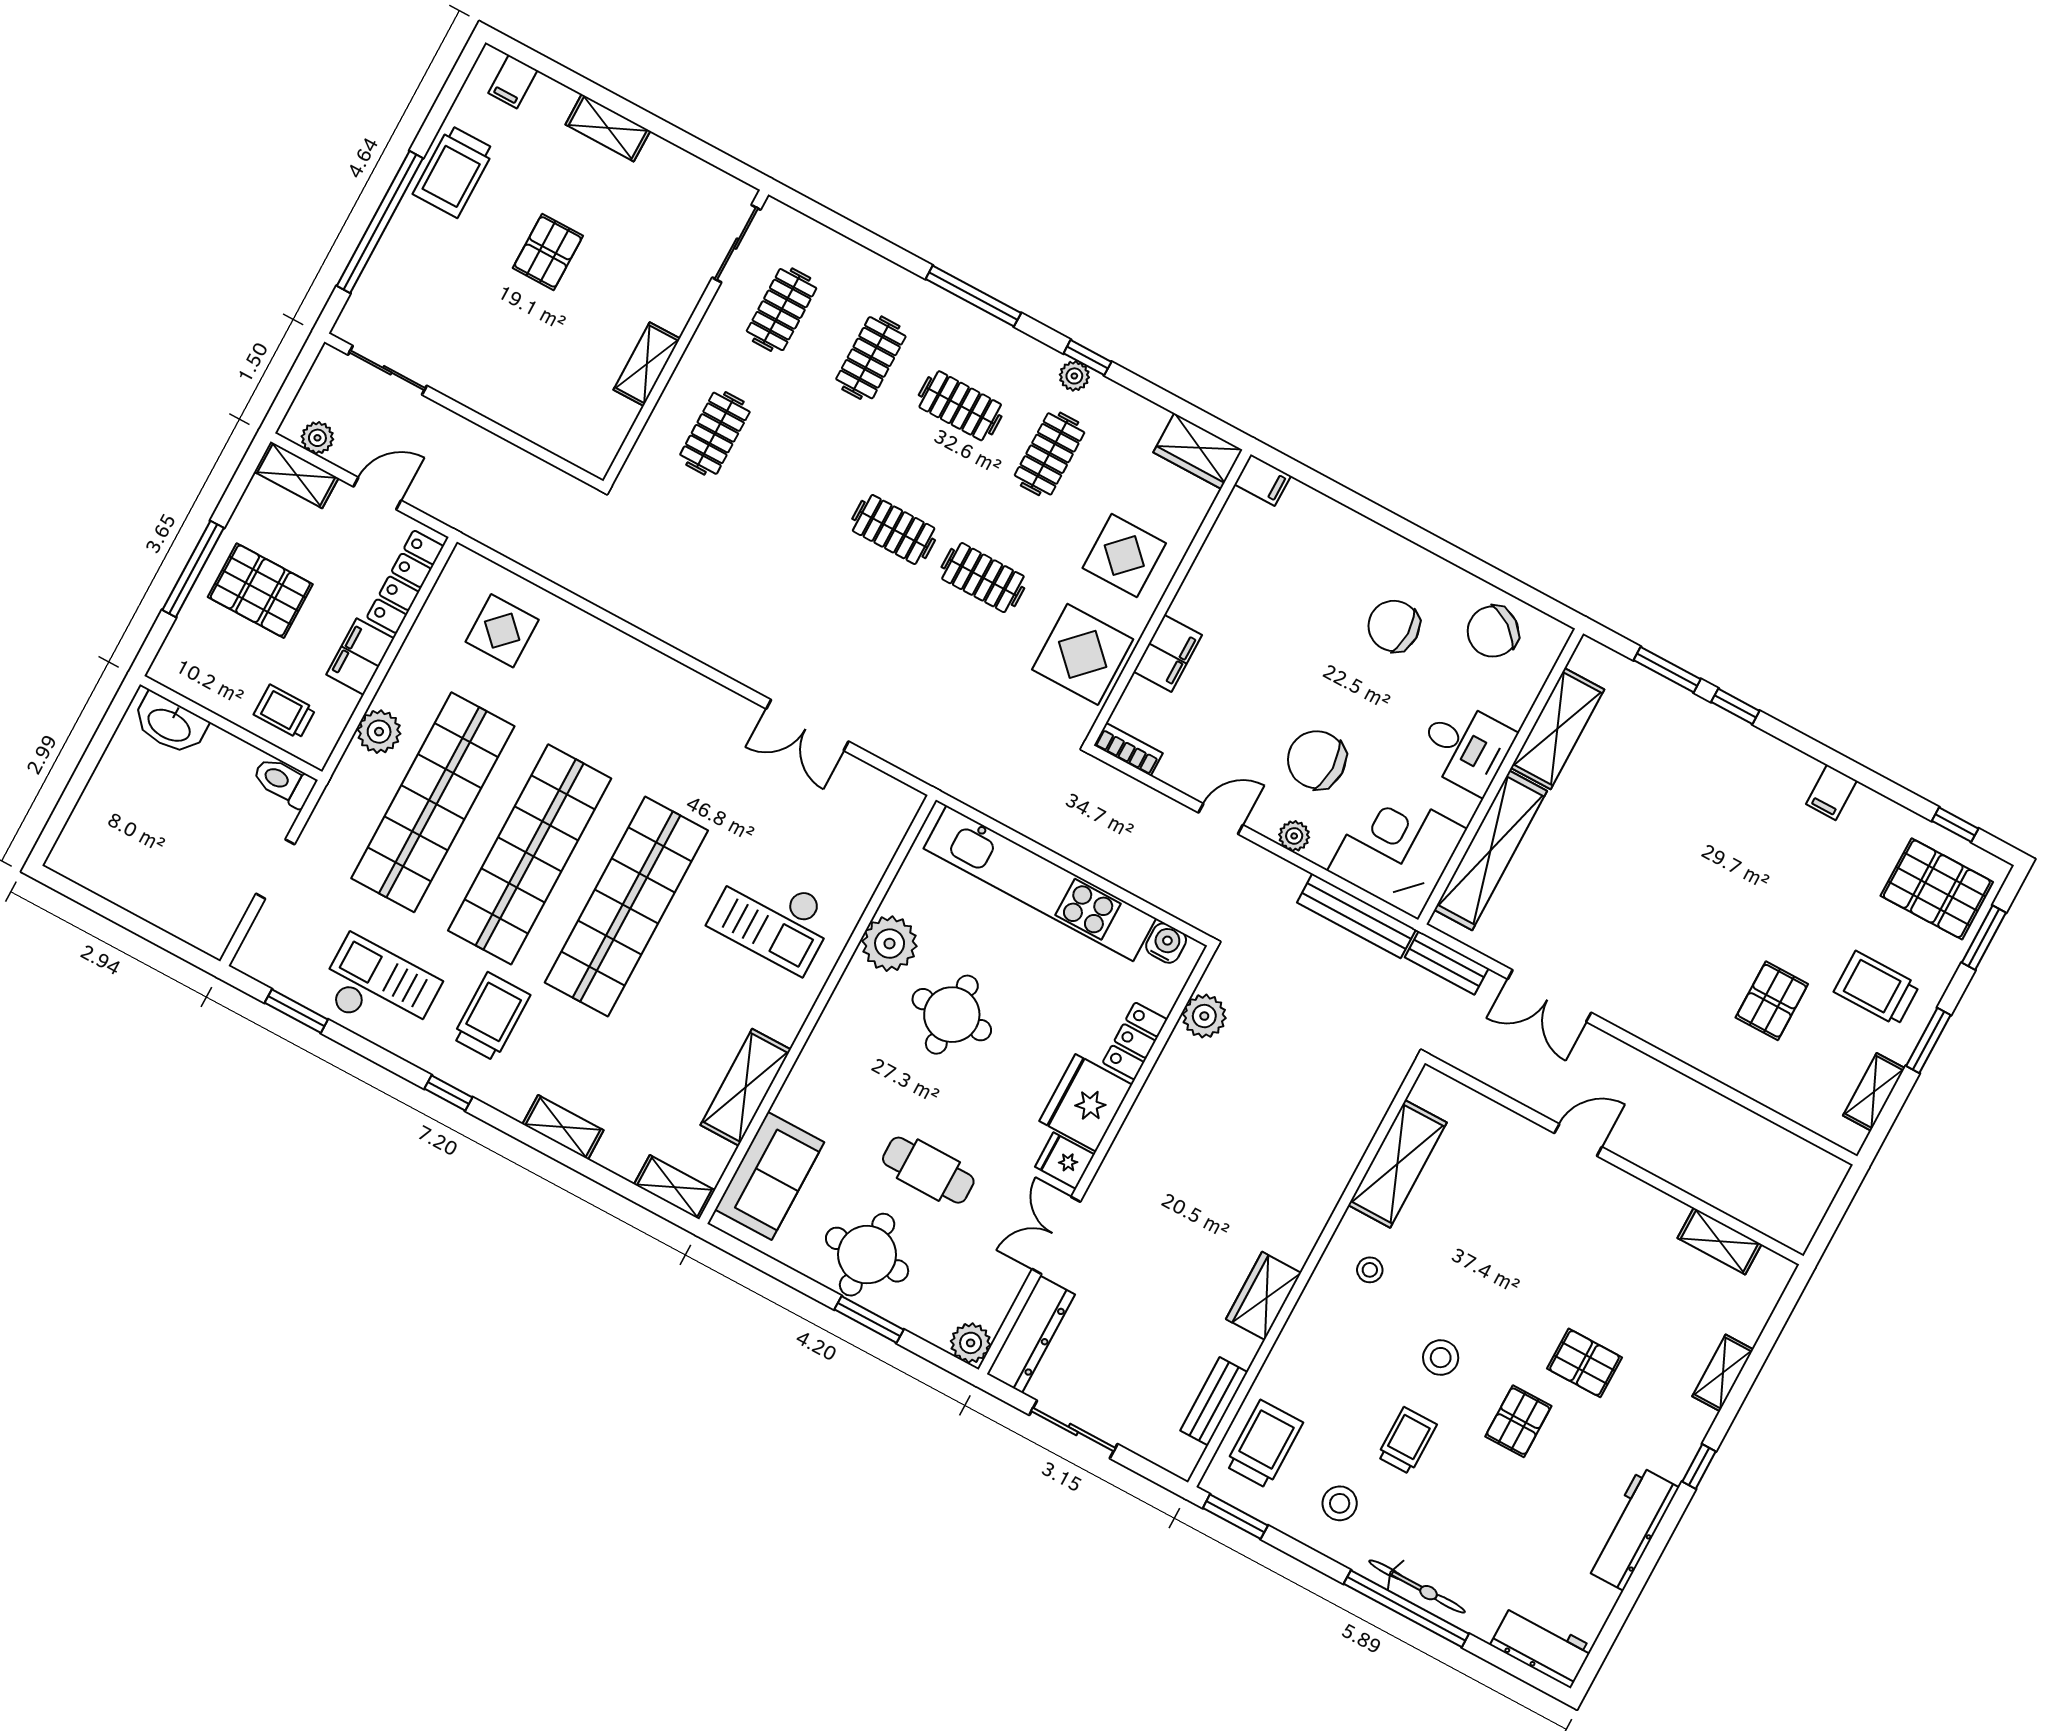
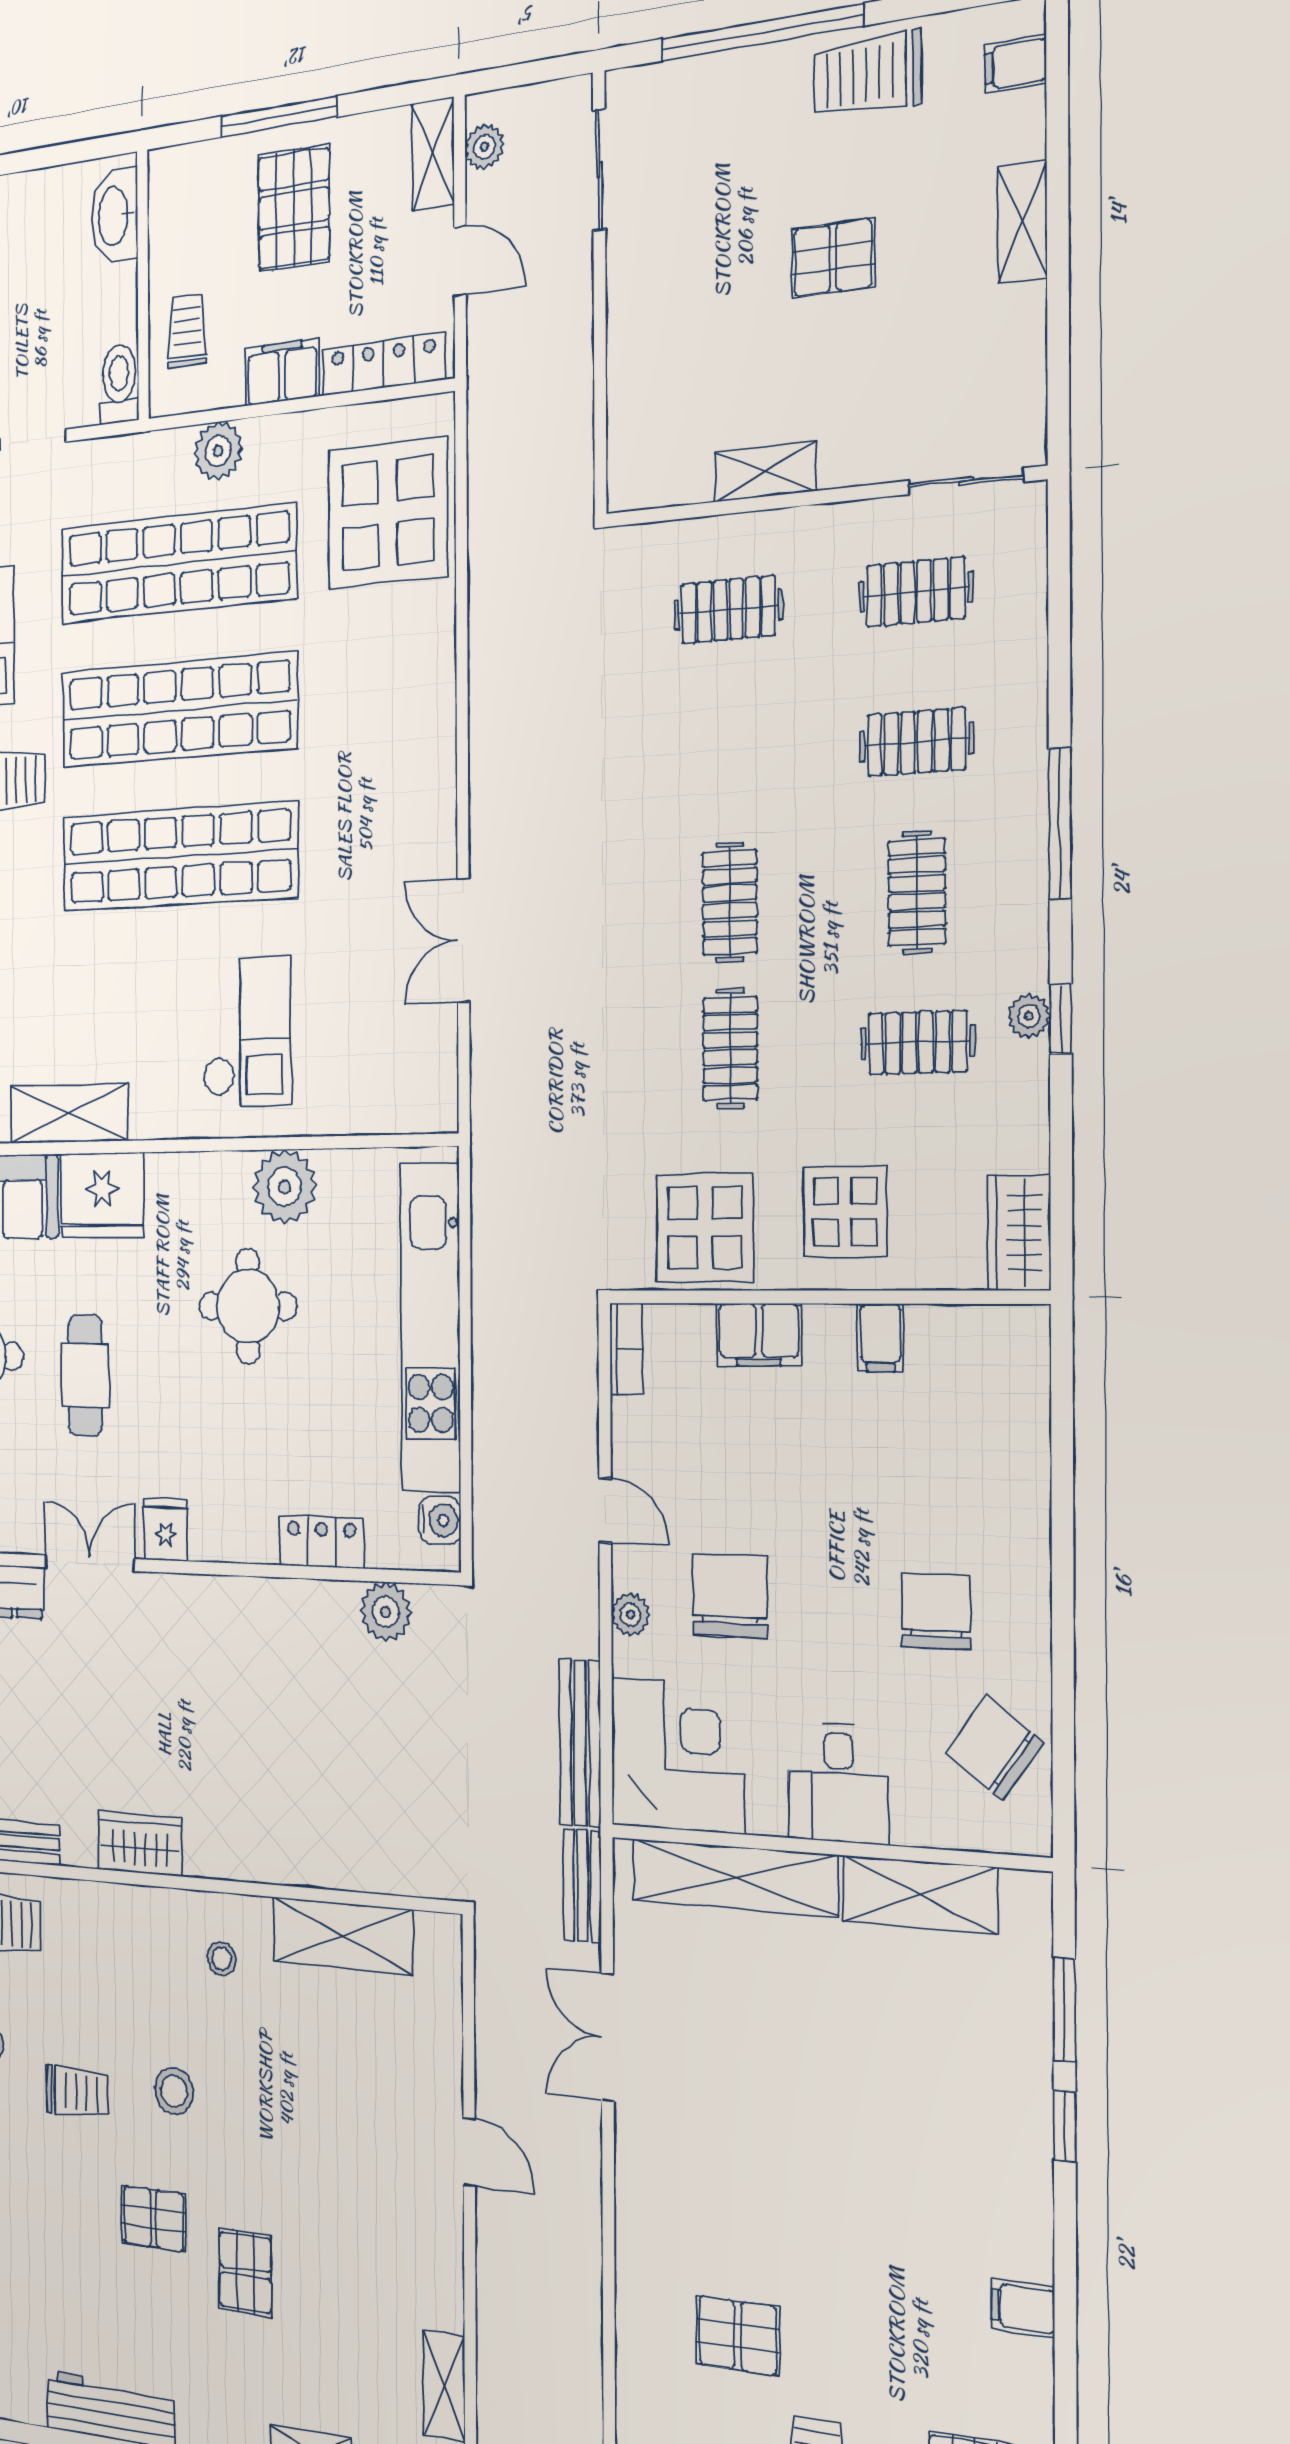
filing cabinet: (1263, 480) -> (881, 1338), moved
display table: (502, 631) -> (388, 513), width x1.86, depth x1.86
checkout: (772, 918) -> (247, 1032), turned 180
fridge: (1086, 1103) -> (102, 1196), moved, turned 180

